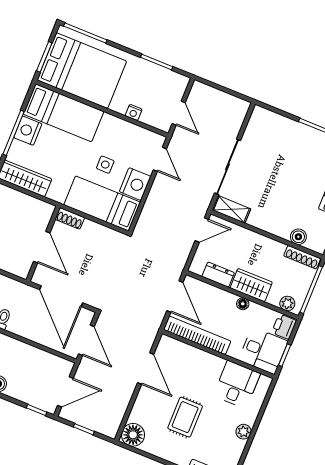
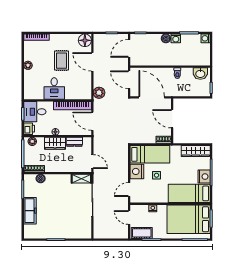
cot: (168, 79) -> (142, 233), added
door: (160, 159) -> (129, 190), hinge flipped
door: (202, 230) -> (92, 162), swing flipped
plant: (145, 339) -> (99, 93), added
door: (146, 368) -> (92, 62), moved
desk: (237, 385) -> (54, 88), moved

